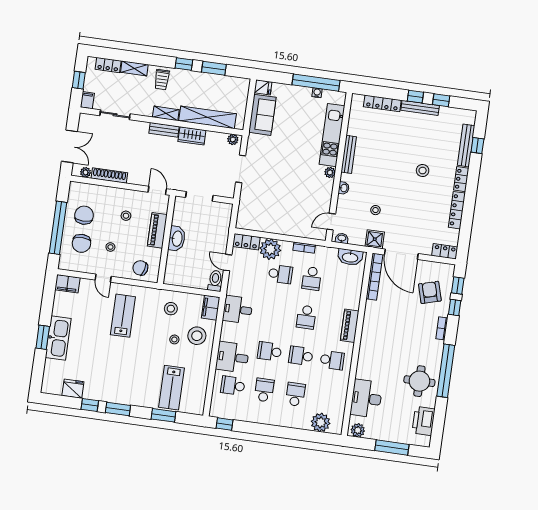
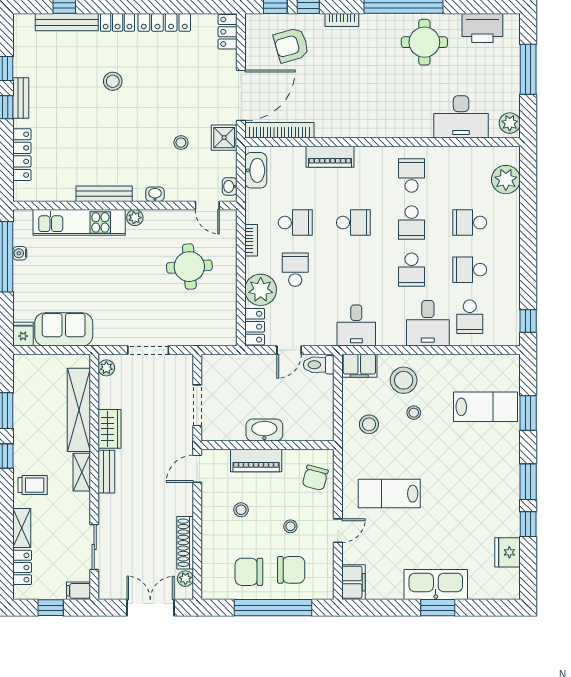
bench: (420, 108) -> (21, 98), width x0.73
round table: (292, 204) -> (189, 267), added
piano: (350, 326) -> (330, 157), moved

